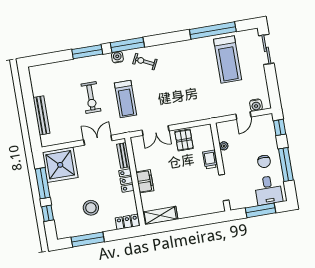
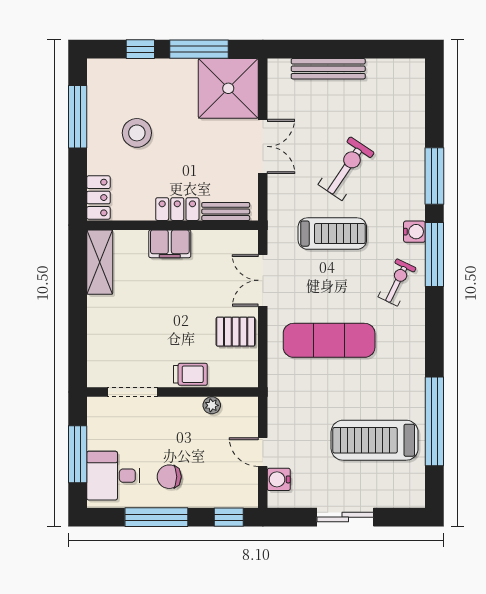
sliding door: (266, 49) -> (345, 517), moved
exercise mat: (180, 91) -> (329, 340), added
exercise bike: (91, 98) -> (346, 169), turned 124
treadmill: (125, 99) -> (332, 234), turned 180
double door: (98, 140) -> (263, 146), moved

